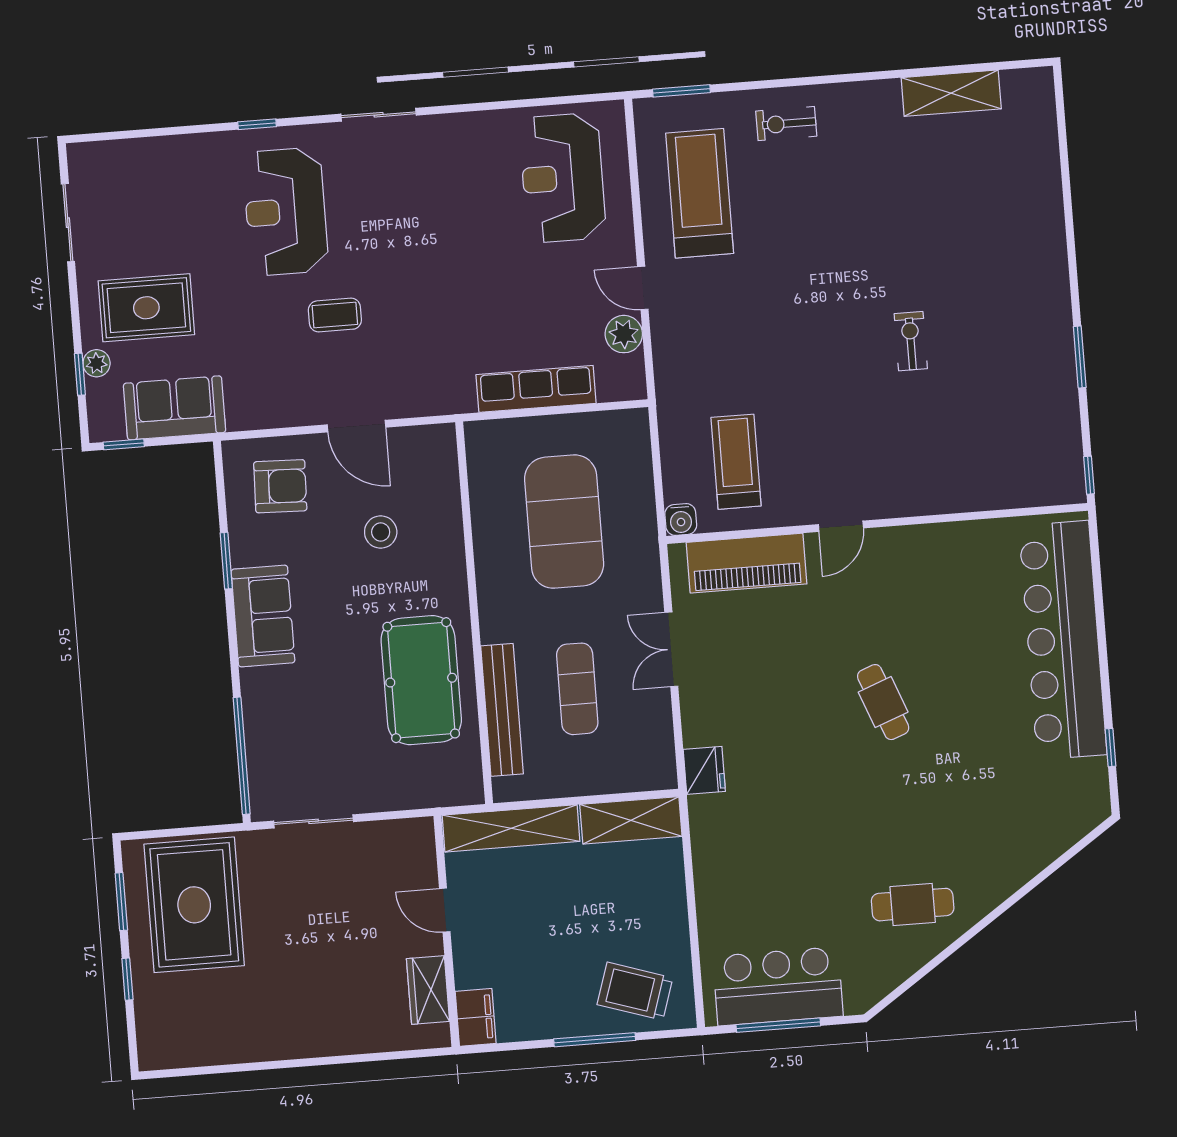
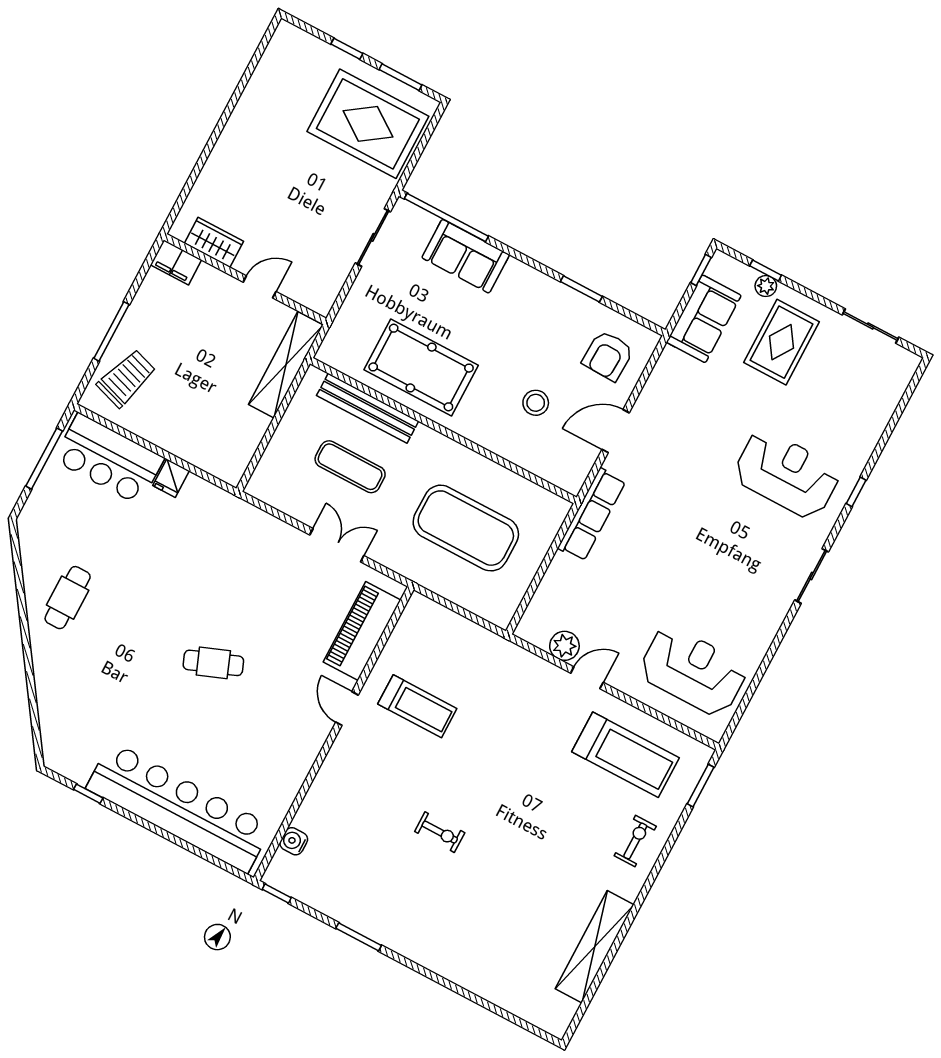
shelving: (951, 93) -> (595, 947), width x1.47
coffee table: (335, 315) -> (698, 463), removed
row of seats: (536, 389) -> (592, 515), moved
treadmill: (736, 462) -> (417, 706), moved
water cooler: (681, 520) -> (294, 841), moved
sofa: (263, 616) -> (466, 256), moved
fridge: (704, 770) -> (171, 478), moved, width x0.72
shelving: (631, 820) -> (241, 447), removed
bar counter: (778, 986) -> (109, 459), moved, turned 90

